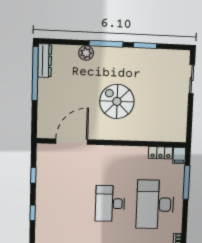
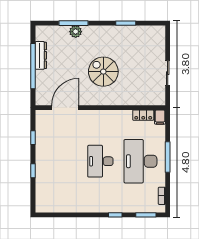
window: (106, 44) -> (73, 23), moved
dresser: (45, 61) -> (41, 55), moved
window: (35, 74) -> (33, 66), moved
sliding door: (192, 79) -> (168, 73), moved
window: (187, 182) -> (168, 157), moved

